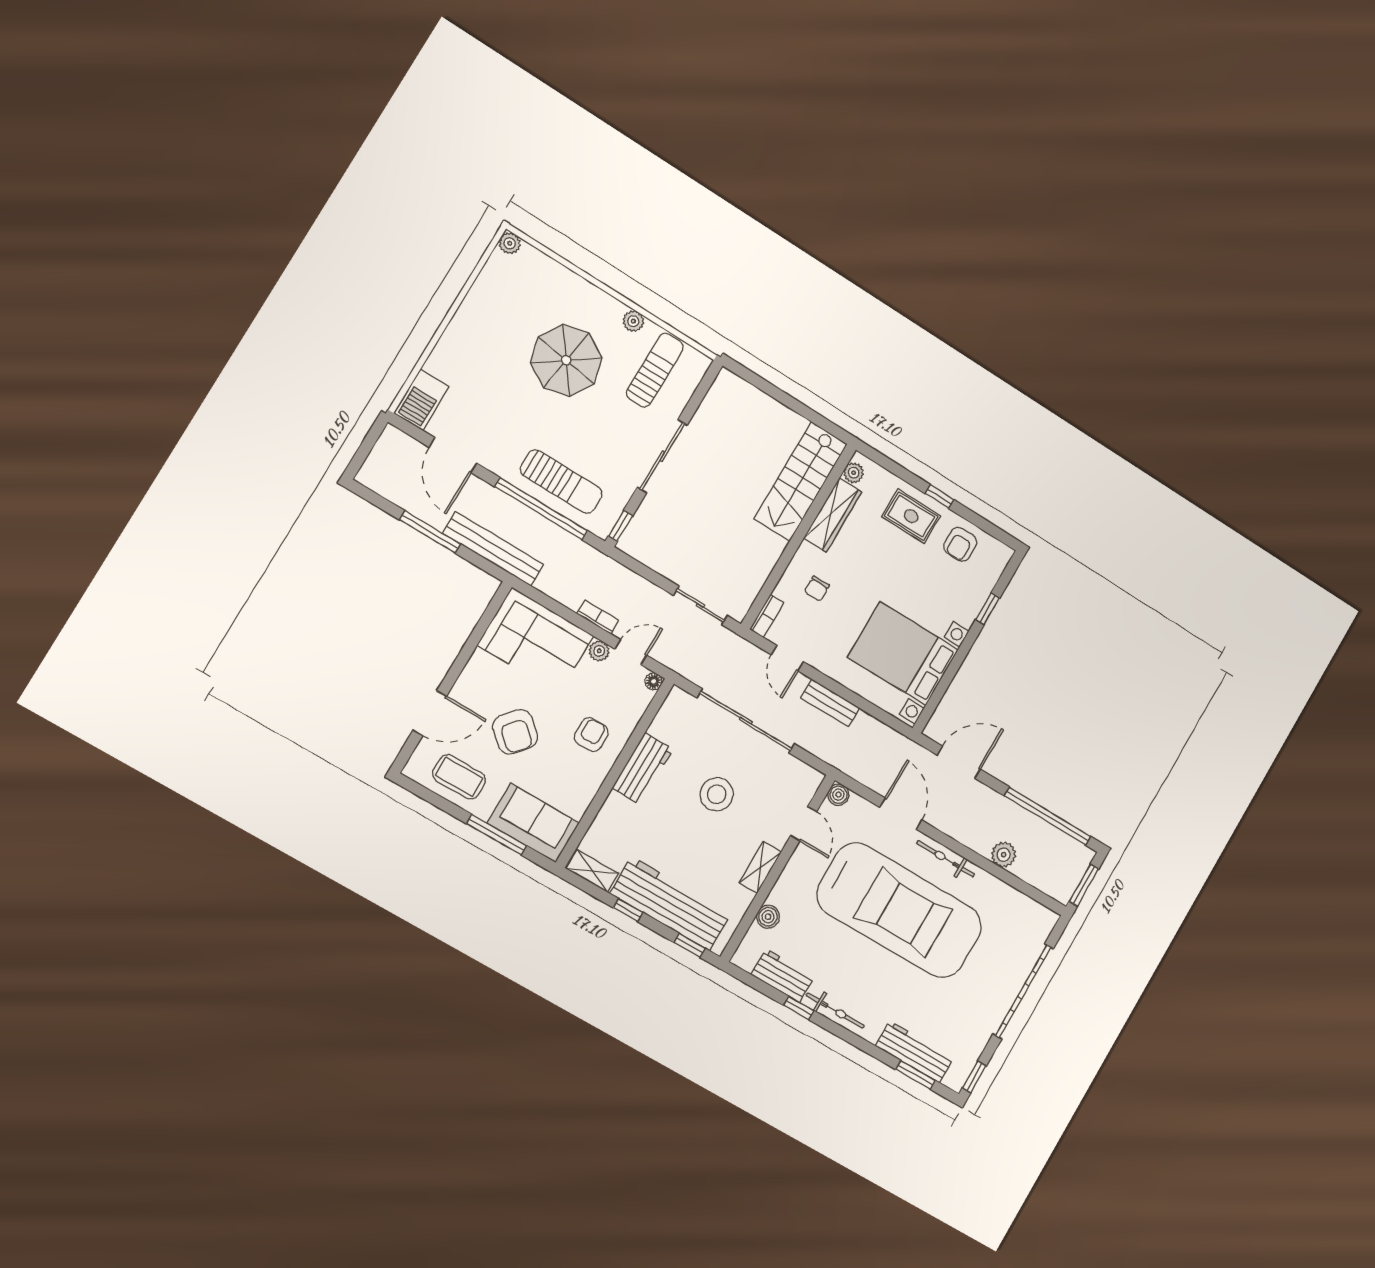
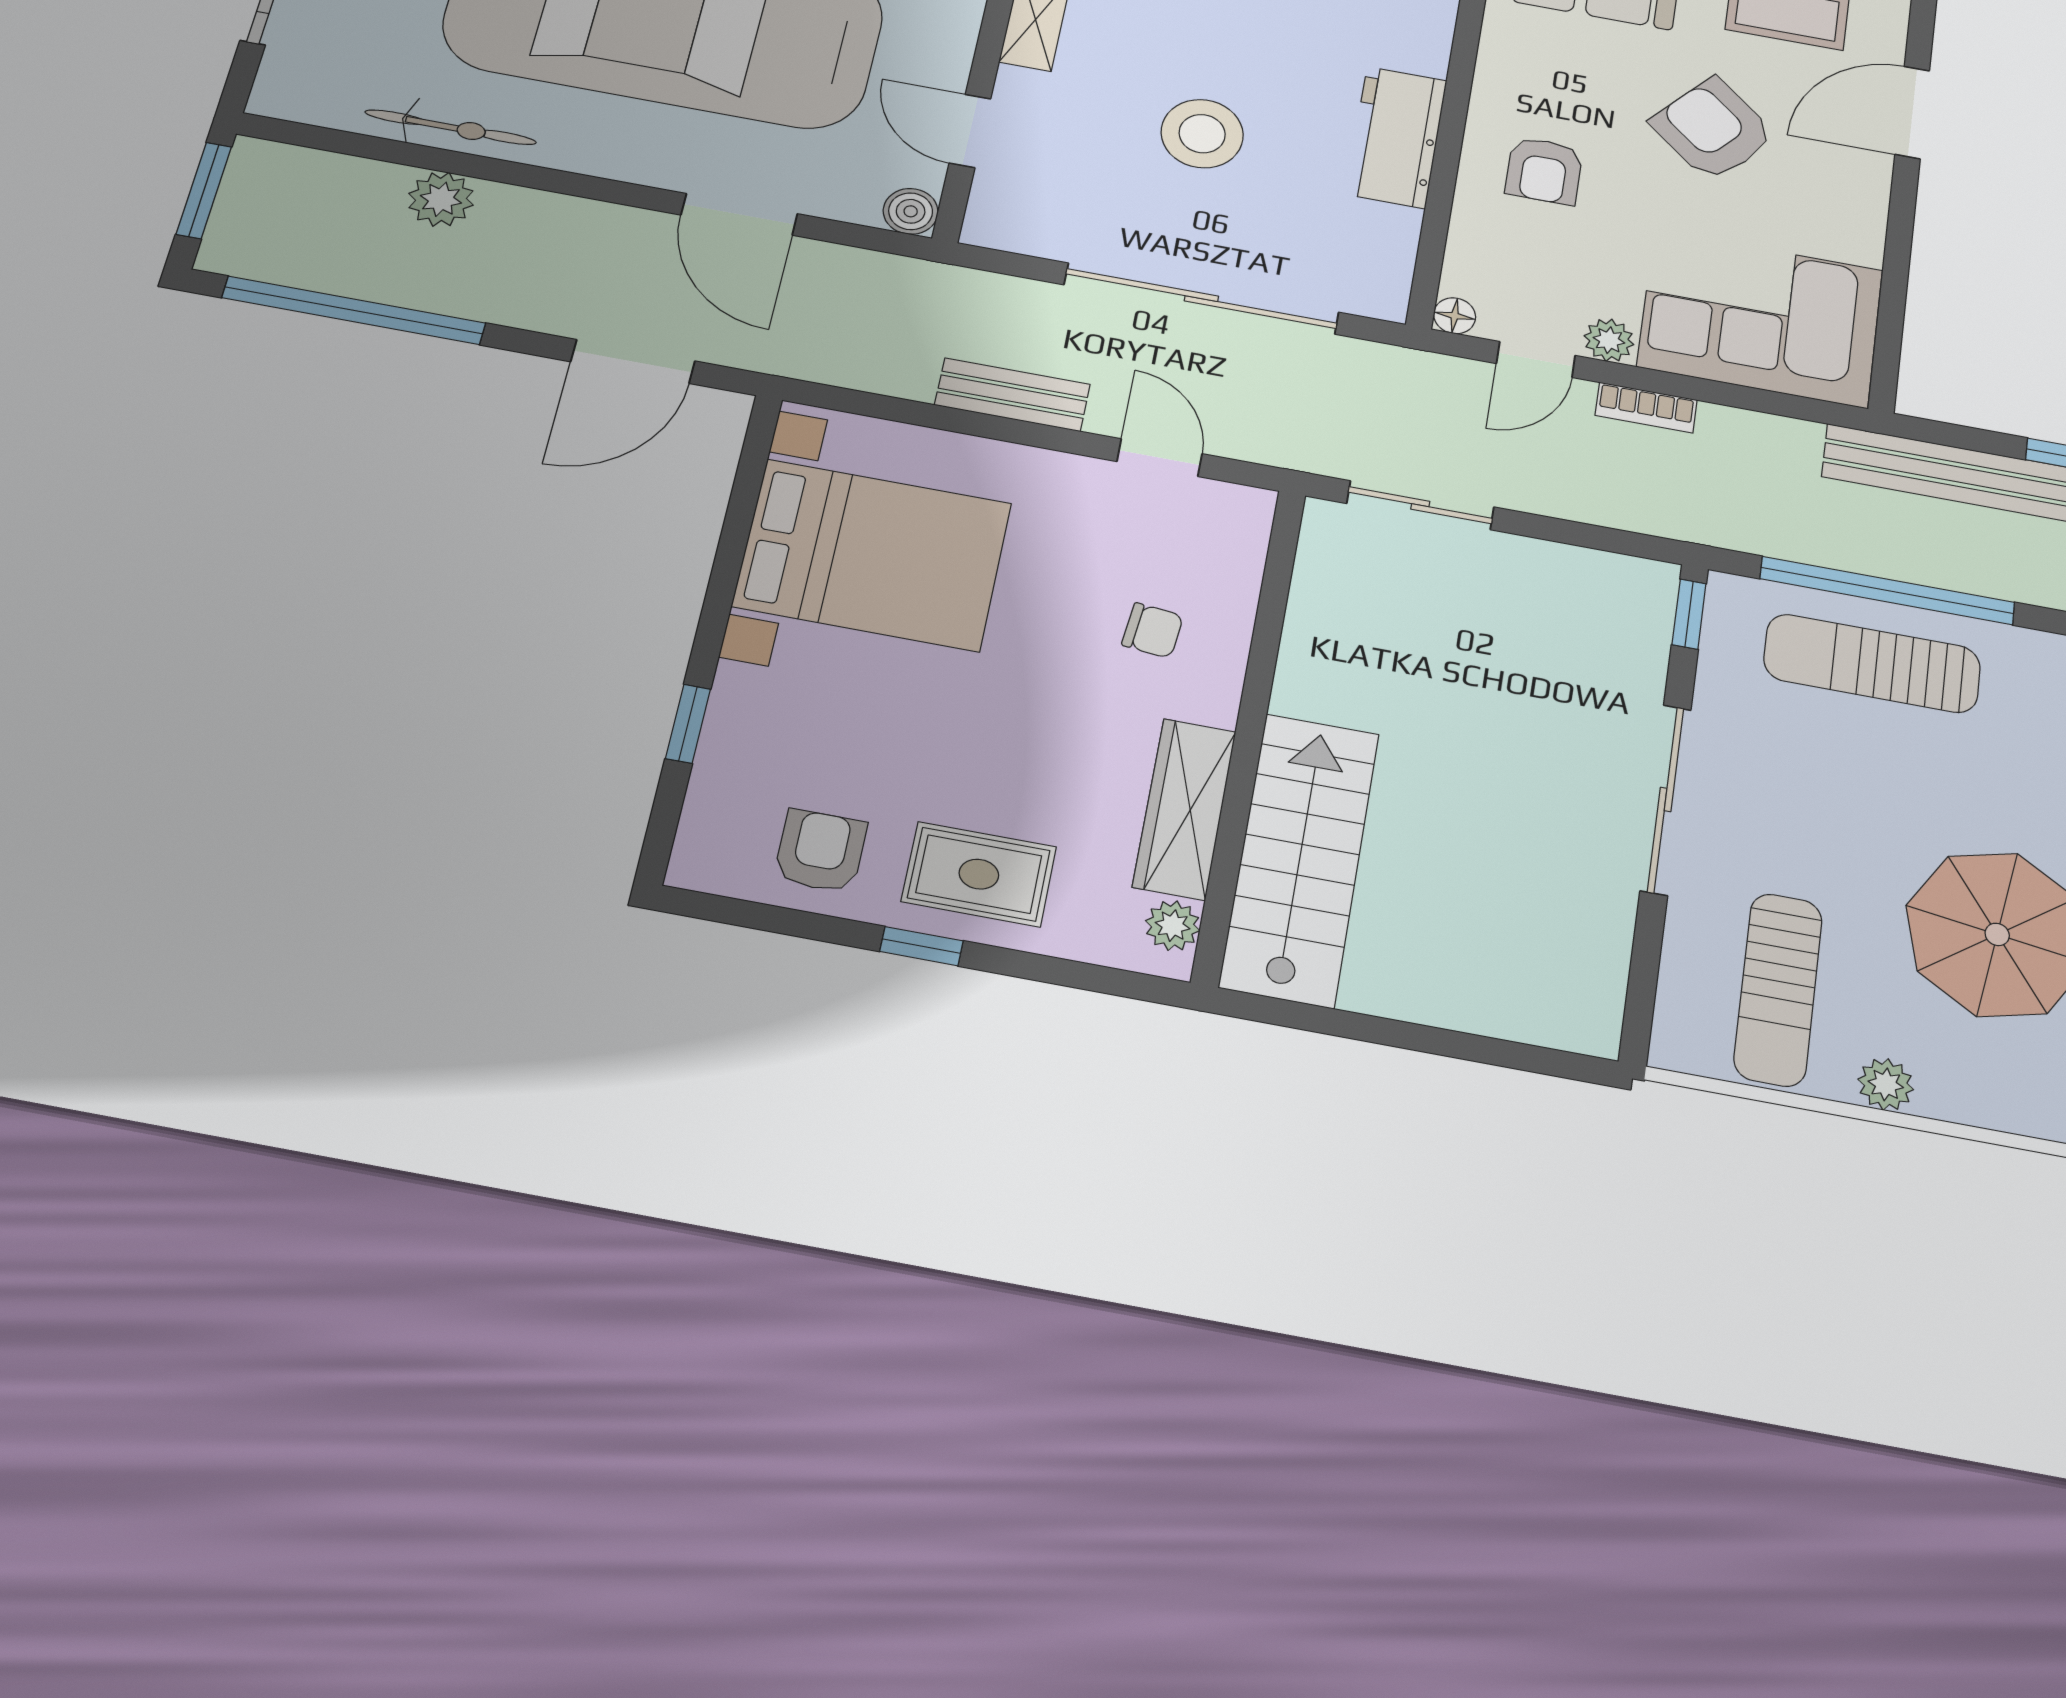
chair: (817, 589) -> (1153, 630), turned 96
bookcase: (767, 616) -> (1250, 532), removed
bicycle: (946, 859) -> (451, 127), moved

